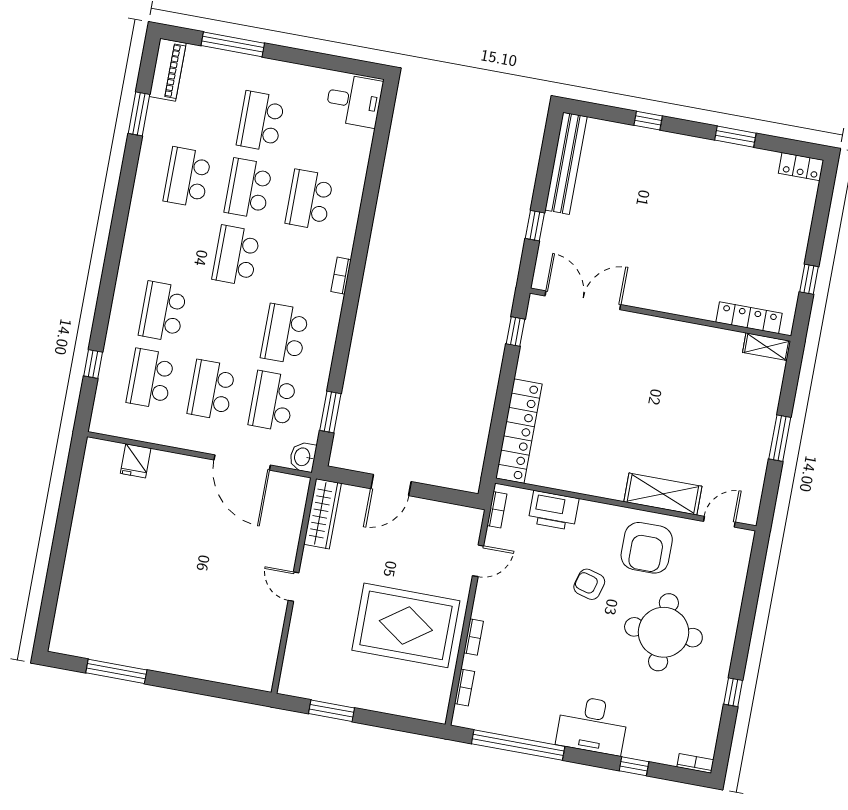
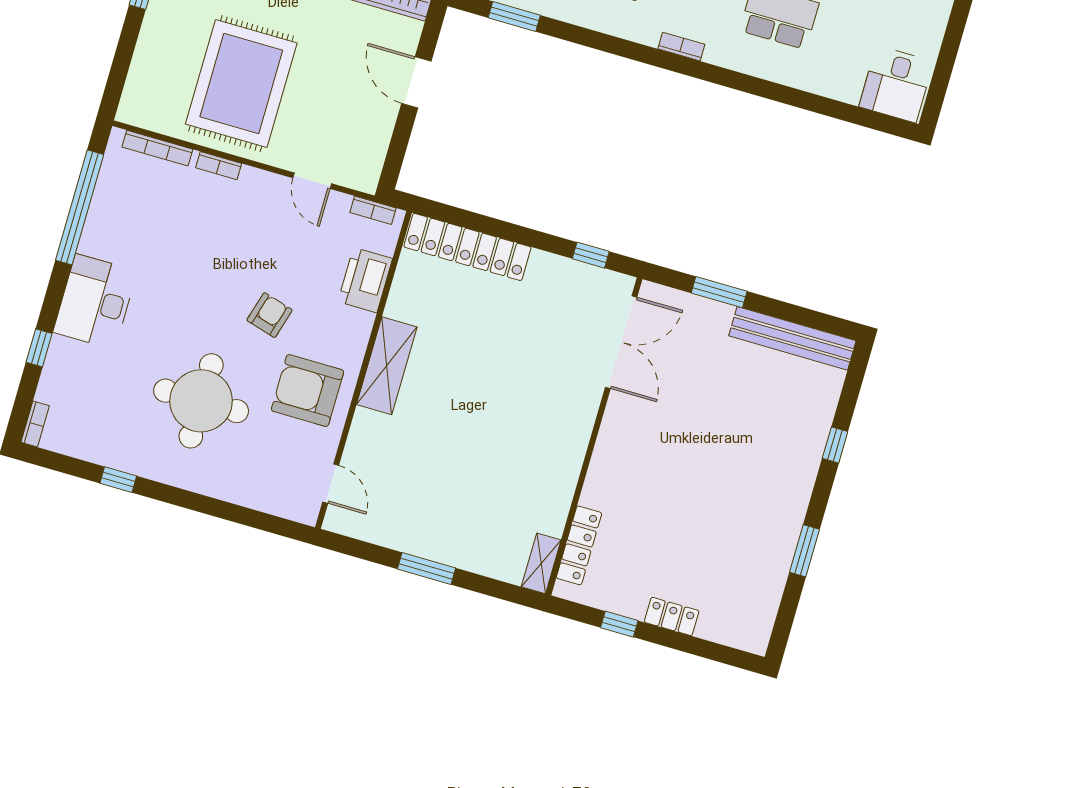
locker: (801, 167) -> (672, 616), moved, turned 90
window: (535, 226) -> (719, 292), width x1.50
shelving: (663, 494) -> (387, 366), moved
bookcase: (464, 688) -> (157, 148), width x1.56

